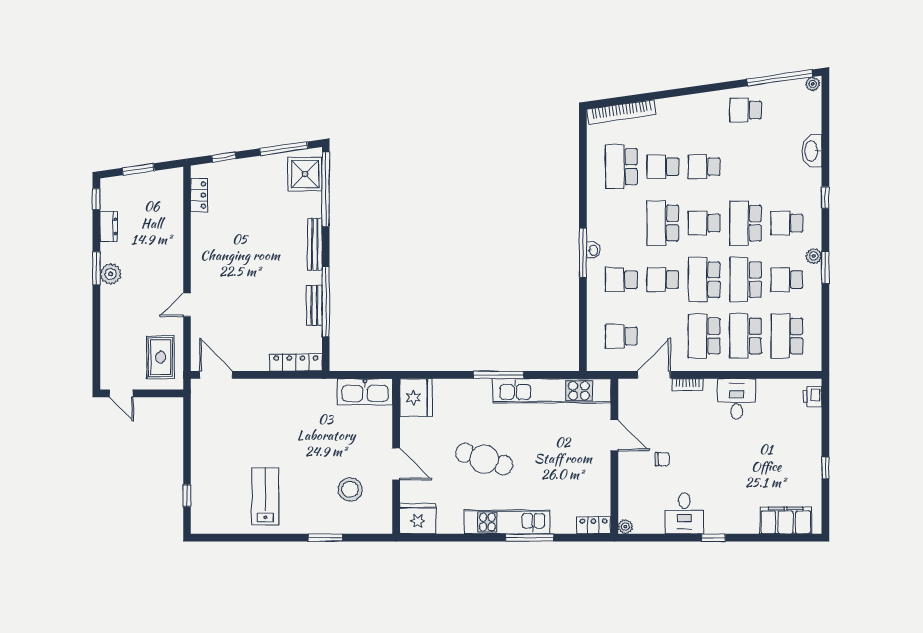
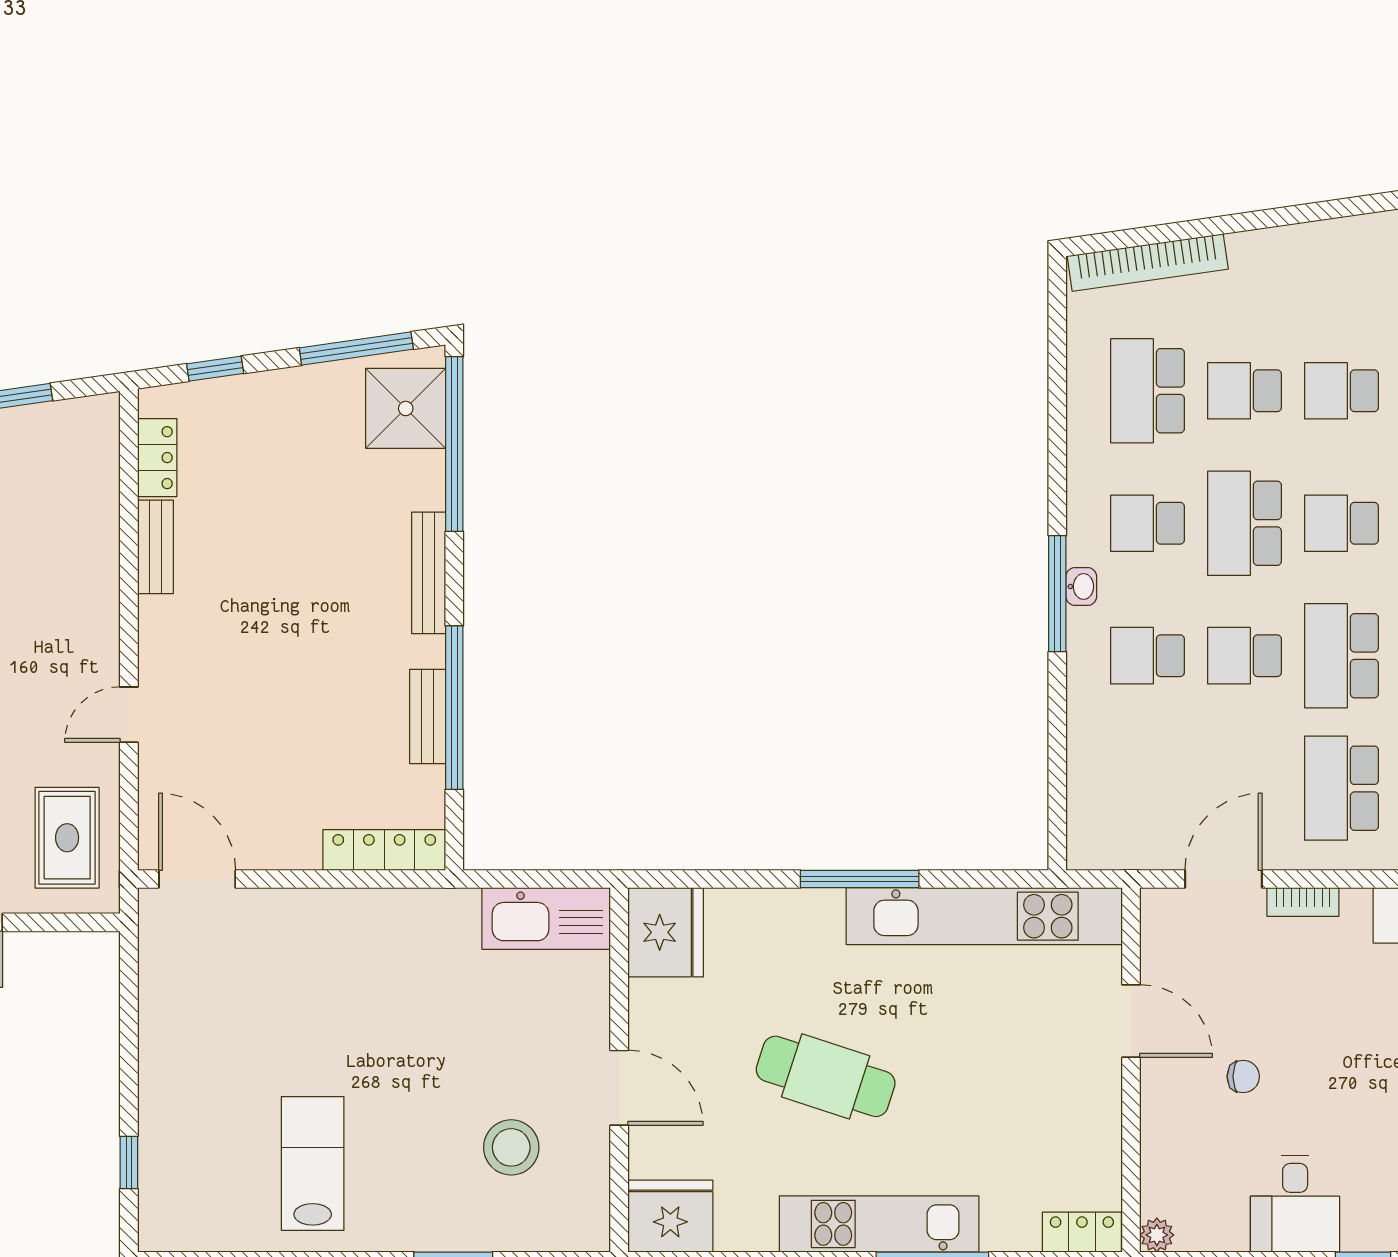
bench: (198, 233) -> (155, 547), added
school desk: (621, 336) -> (1147, 523), moved

